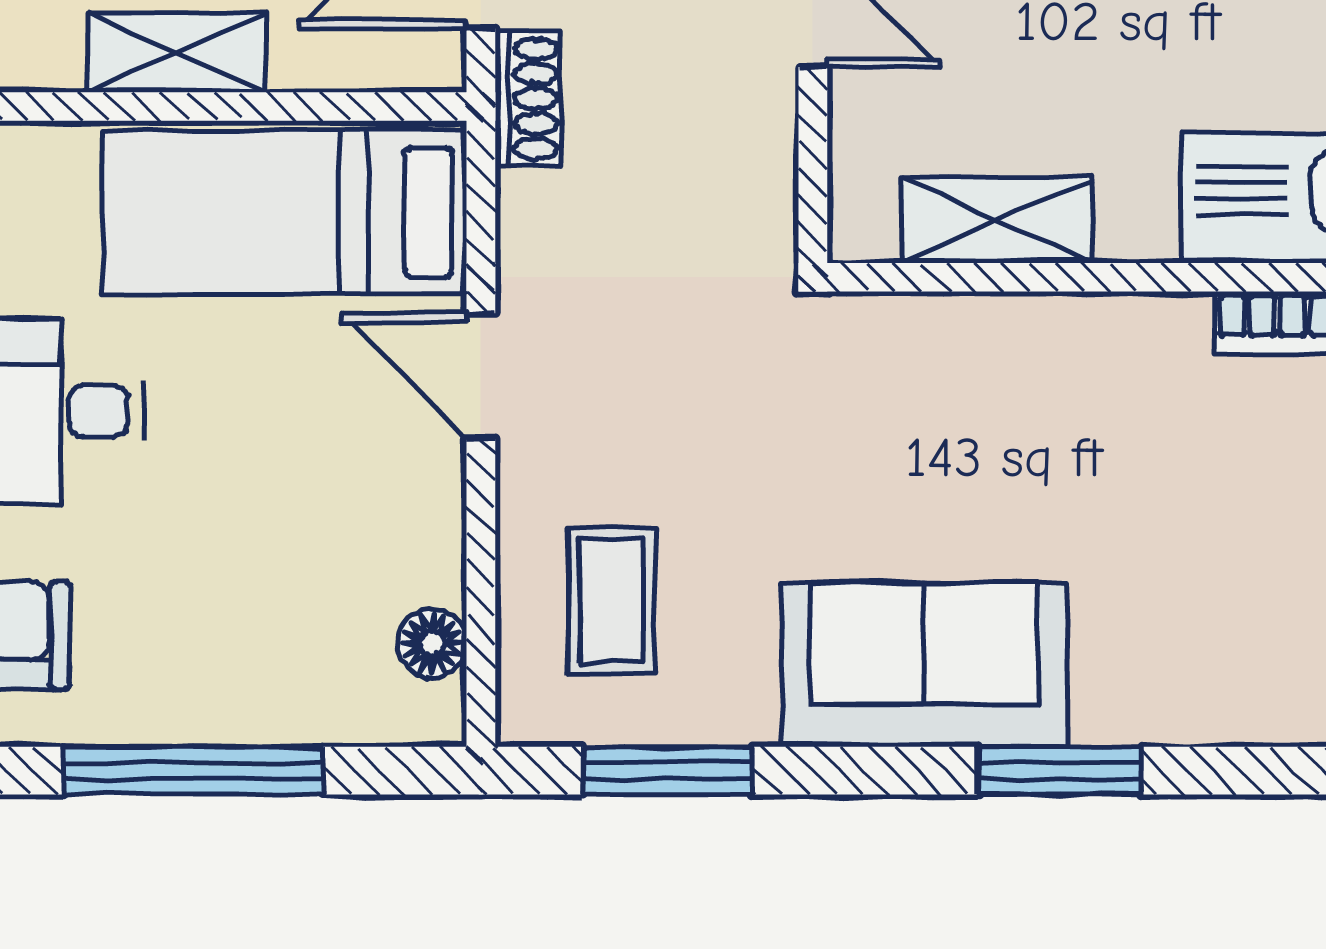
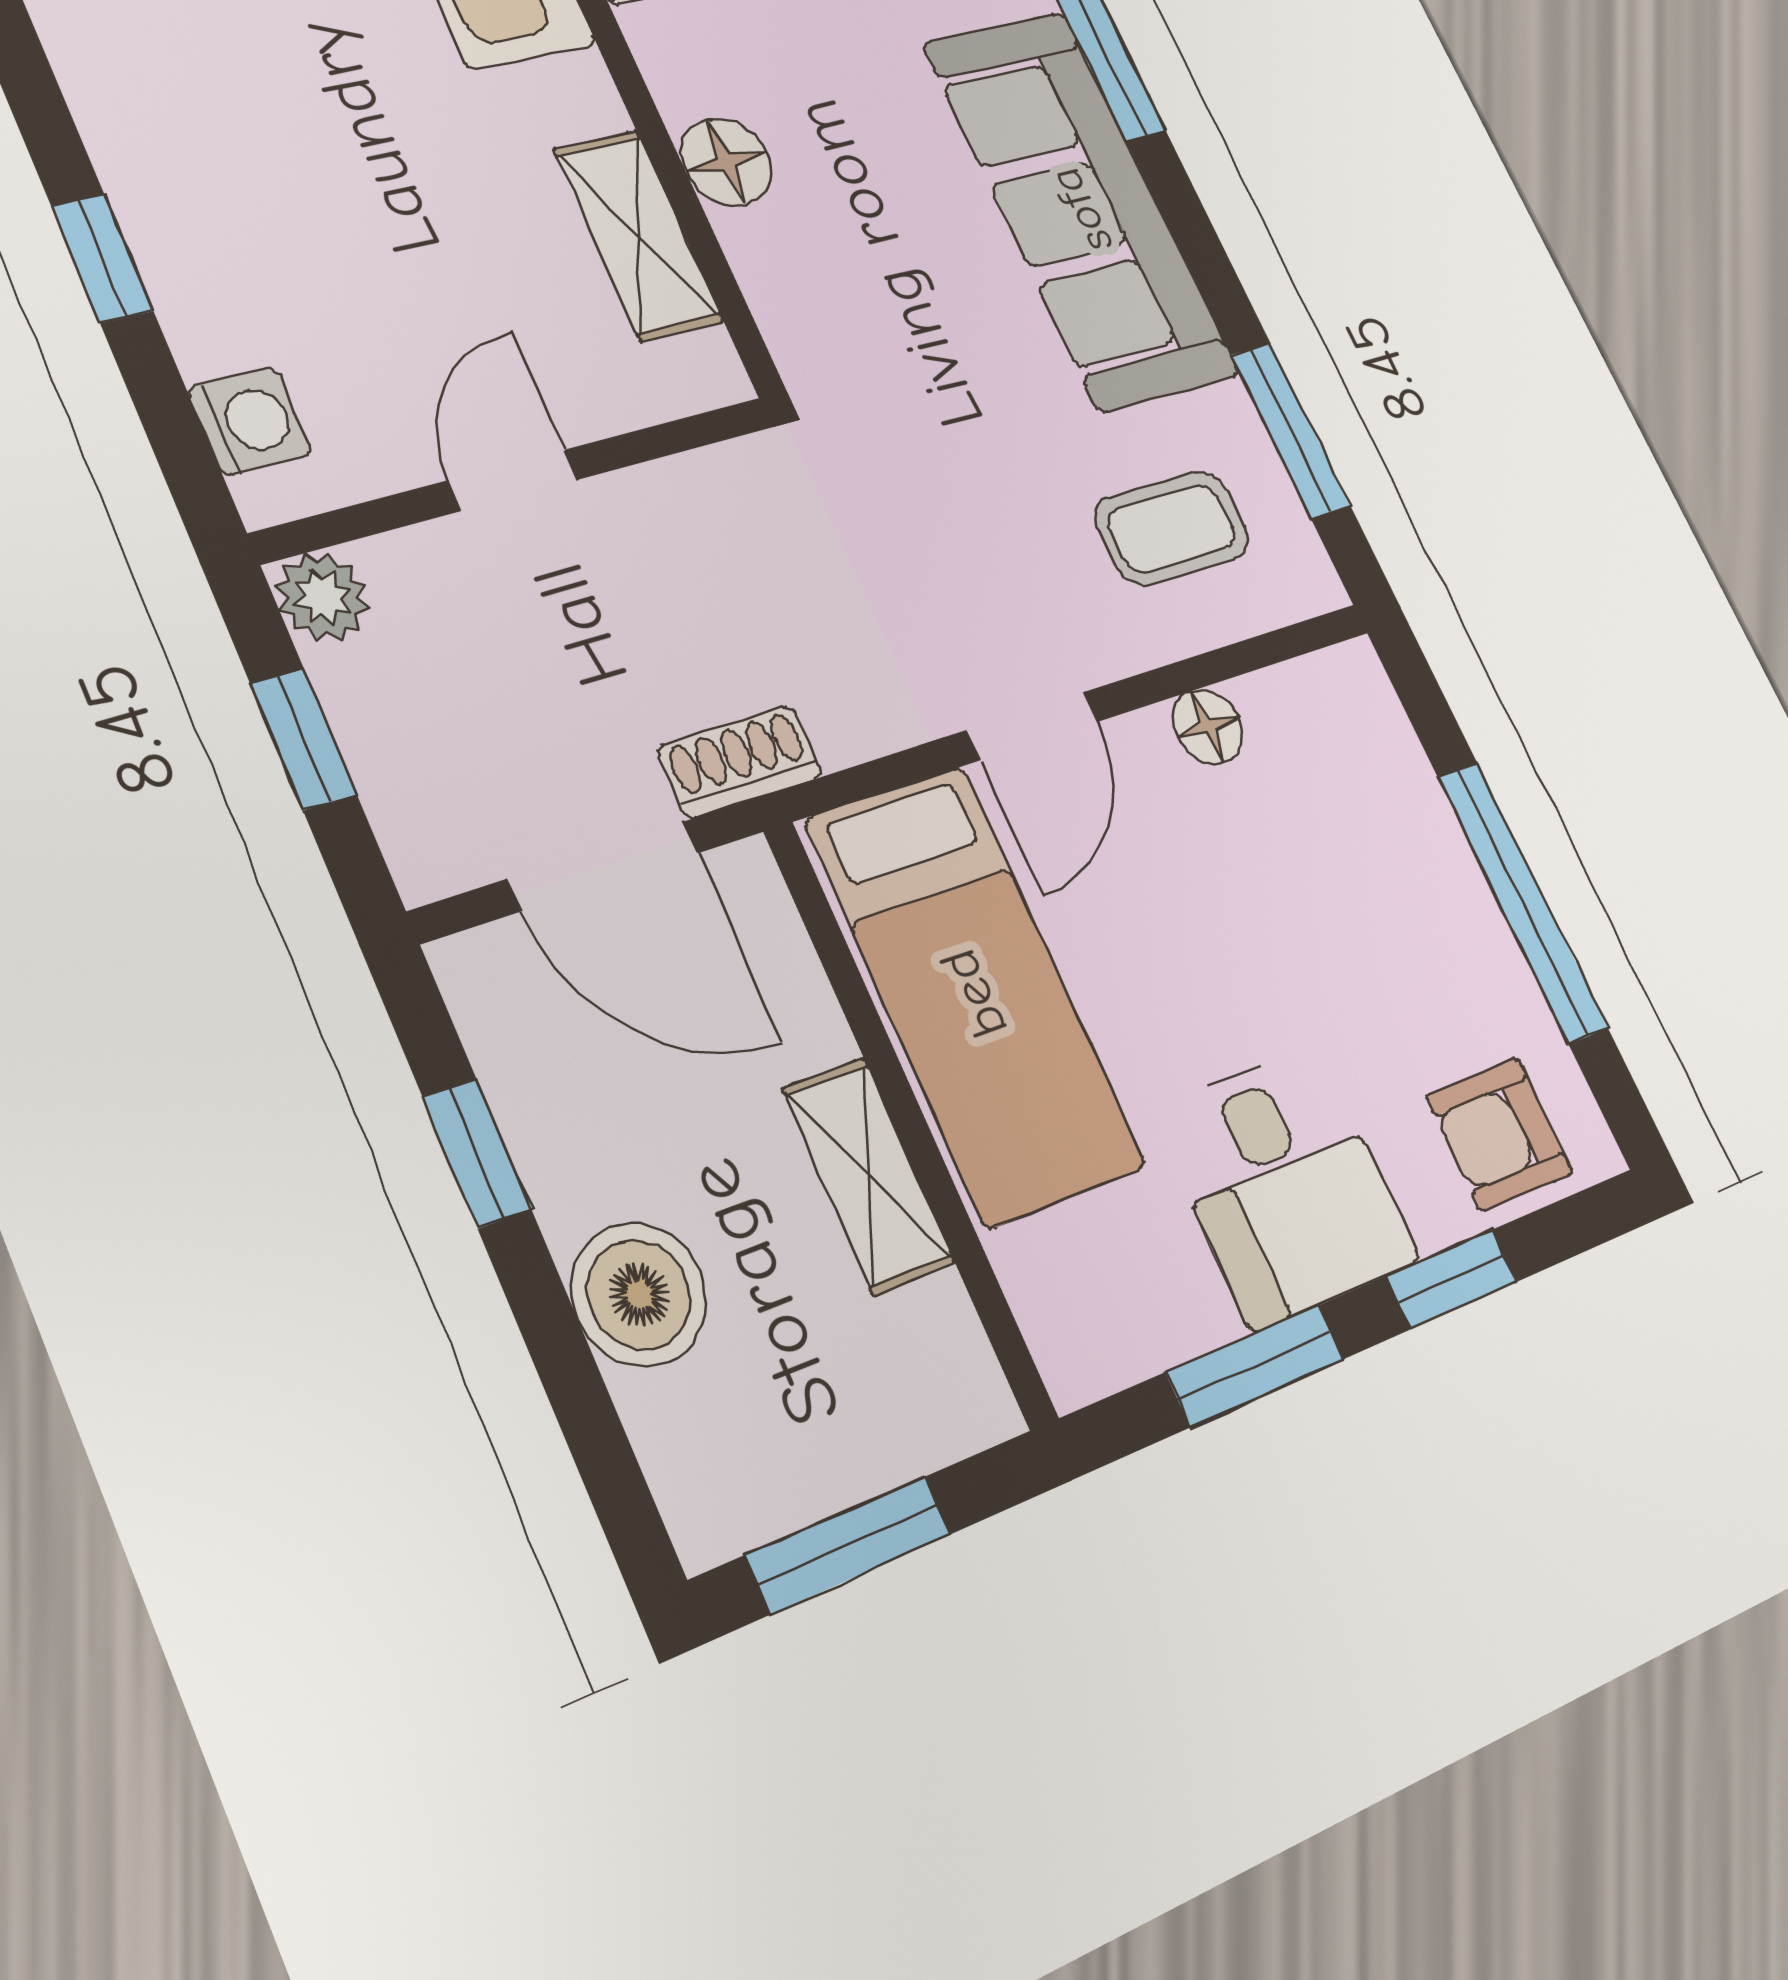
floor lamp: (1046, 334) -> (726, 162), added
floor lamp: (432, 643) -> (1208, 727), moved
sofa: (924, 665) -> (1081, 209), width x1.36

